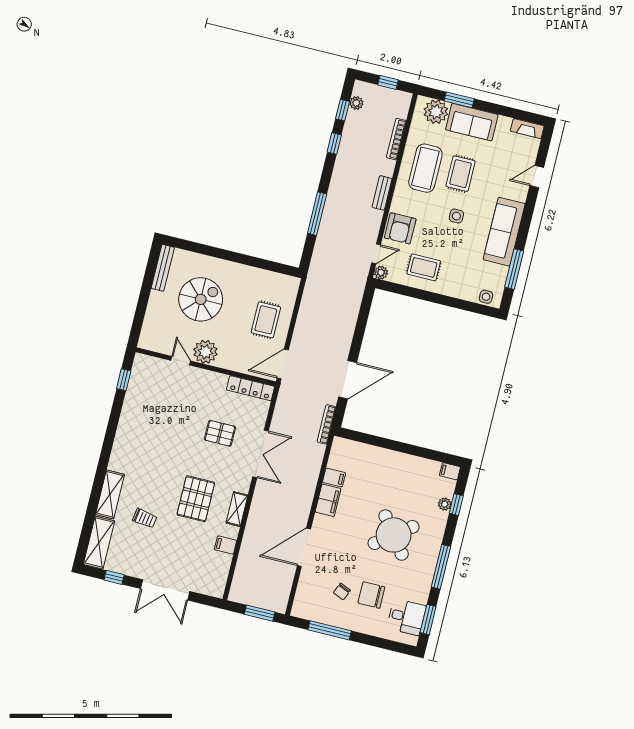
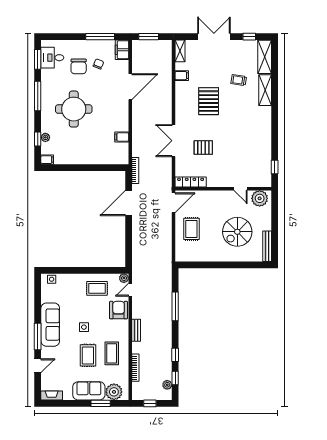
coffee table: (425, 168) -> (112, 353), width x0.73, depth x0.76
window: (514, 269) -> (38, 337), moved
plant: (205, 352) -> (260, 198), moved
filing cabinet: (328, 500) -> (122, 50), moved
shelving: (237, 509) -> (180, 51), moved
round table: (394, 535) -> (74, 109), turned 37
chair: (371, 595) -> (79, 66), turned 90

